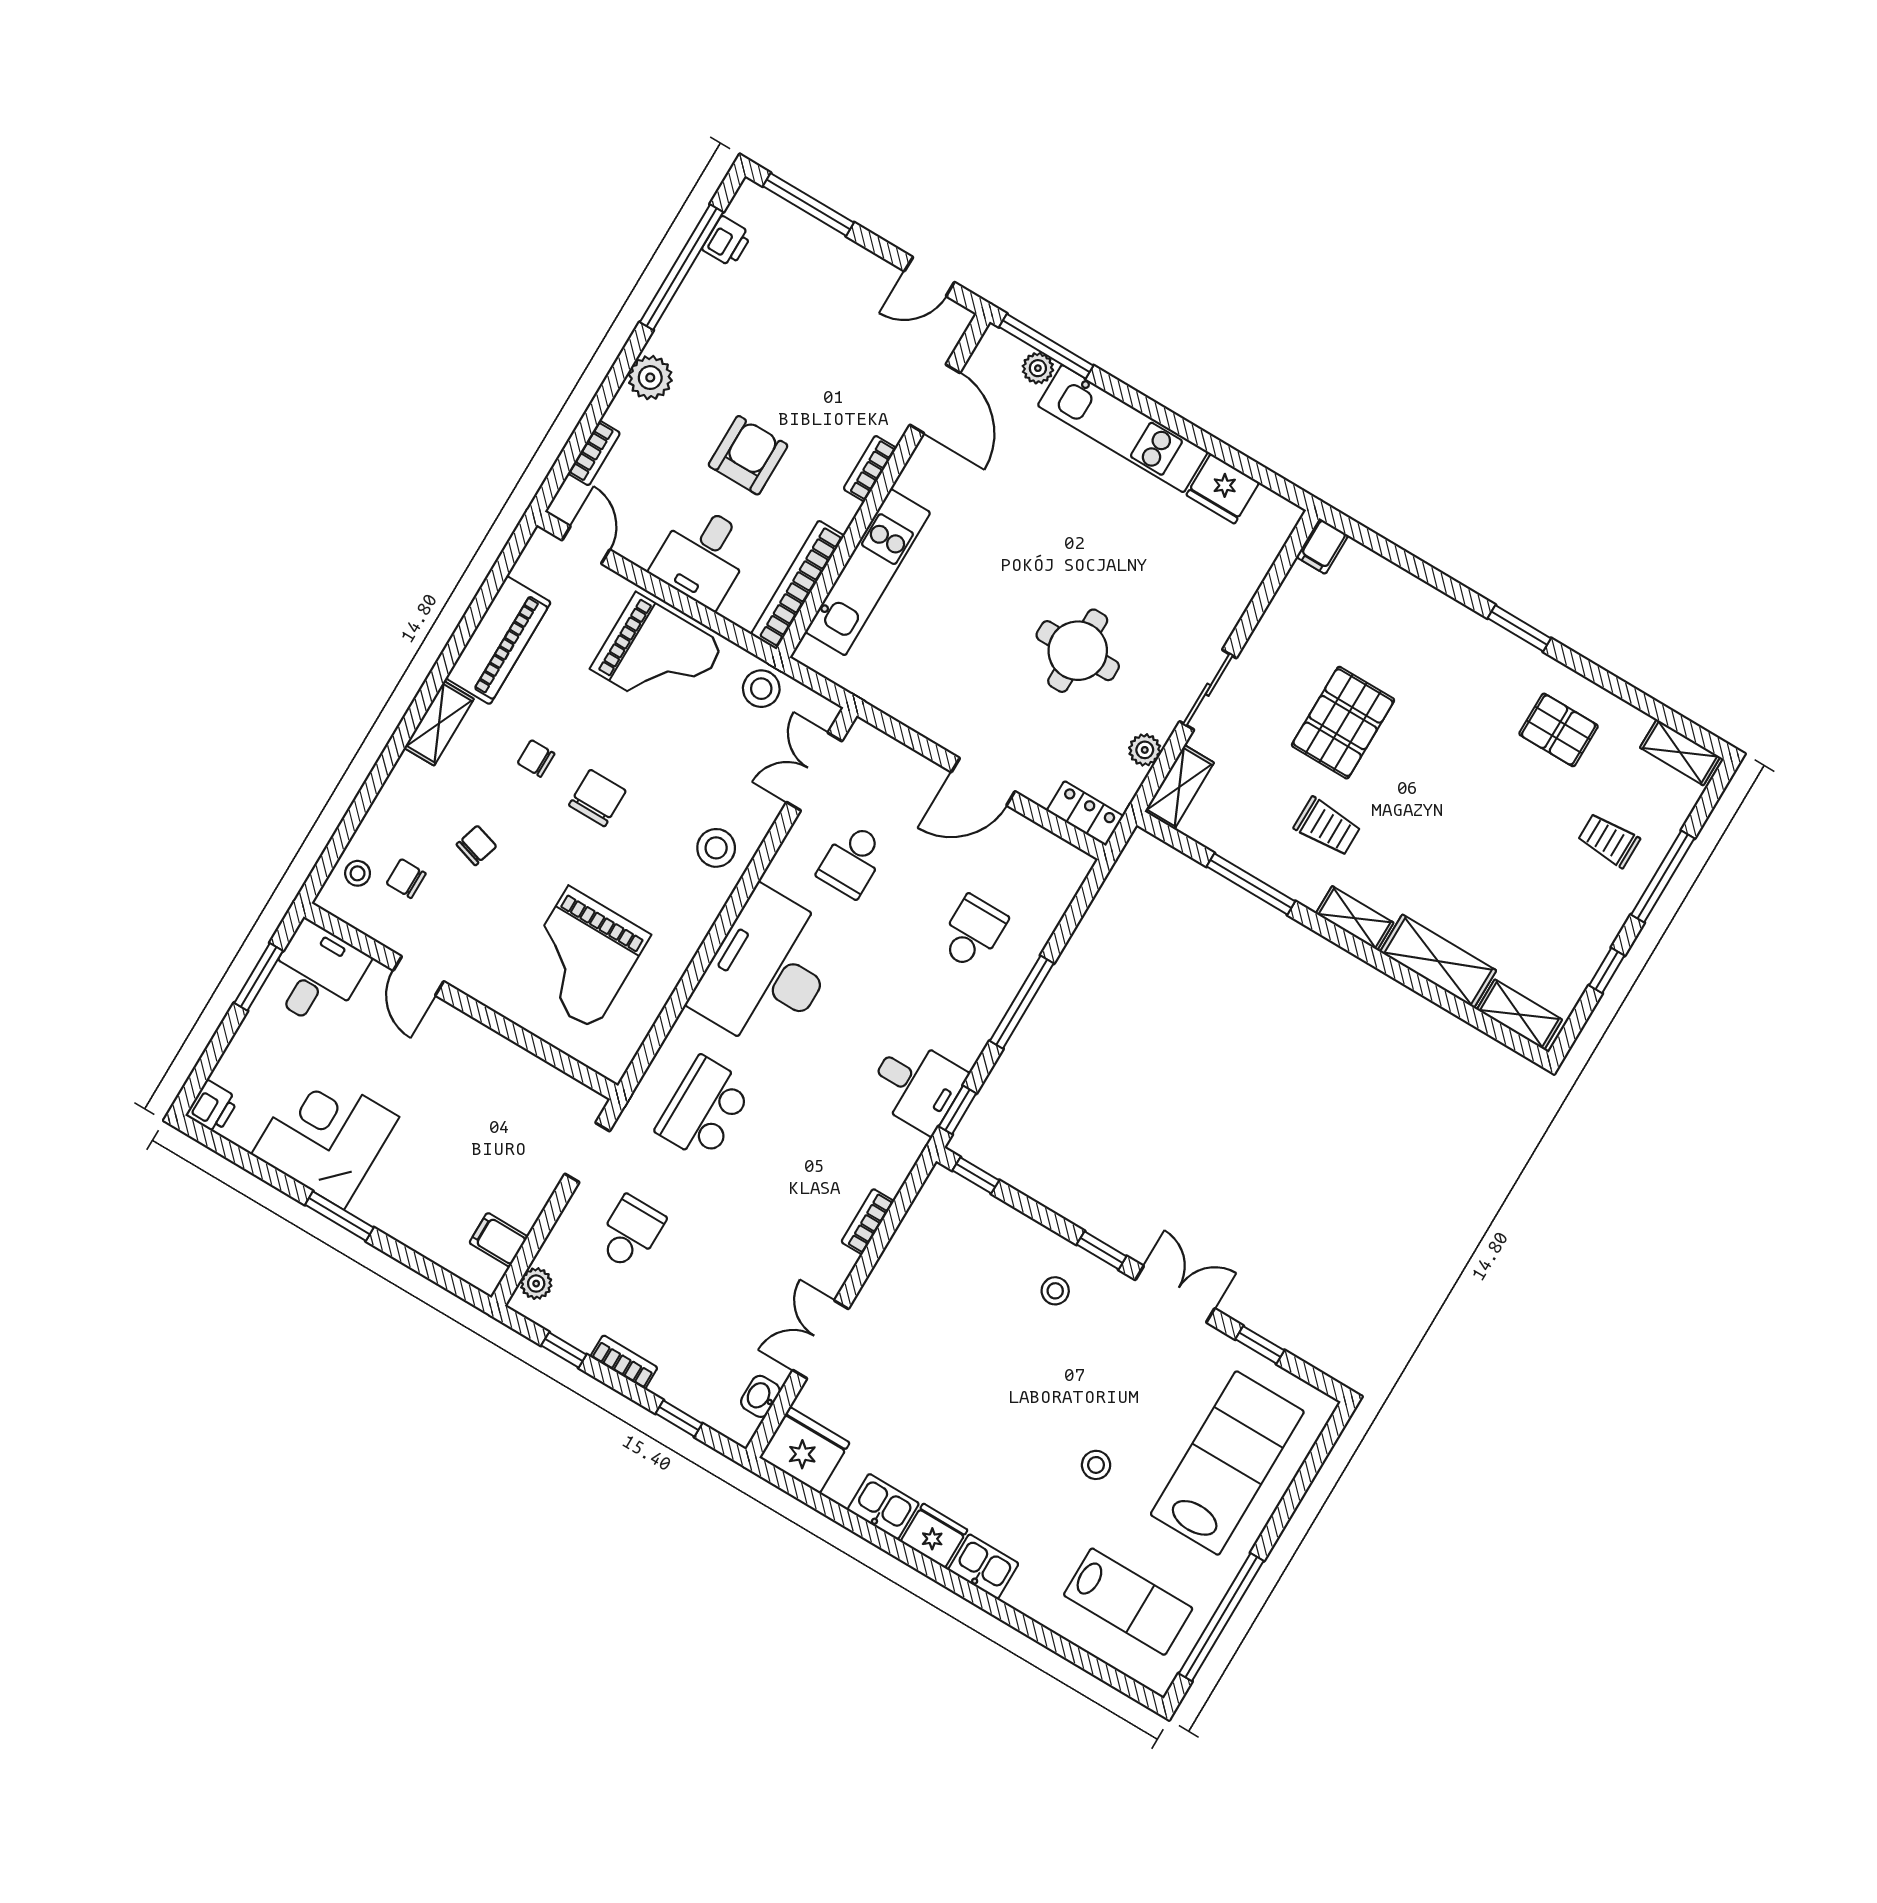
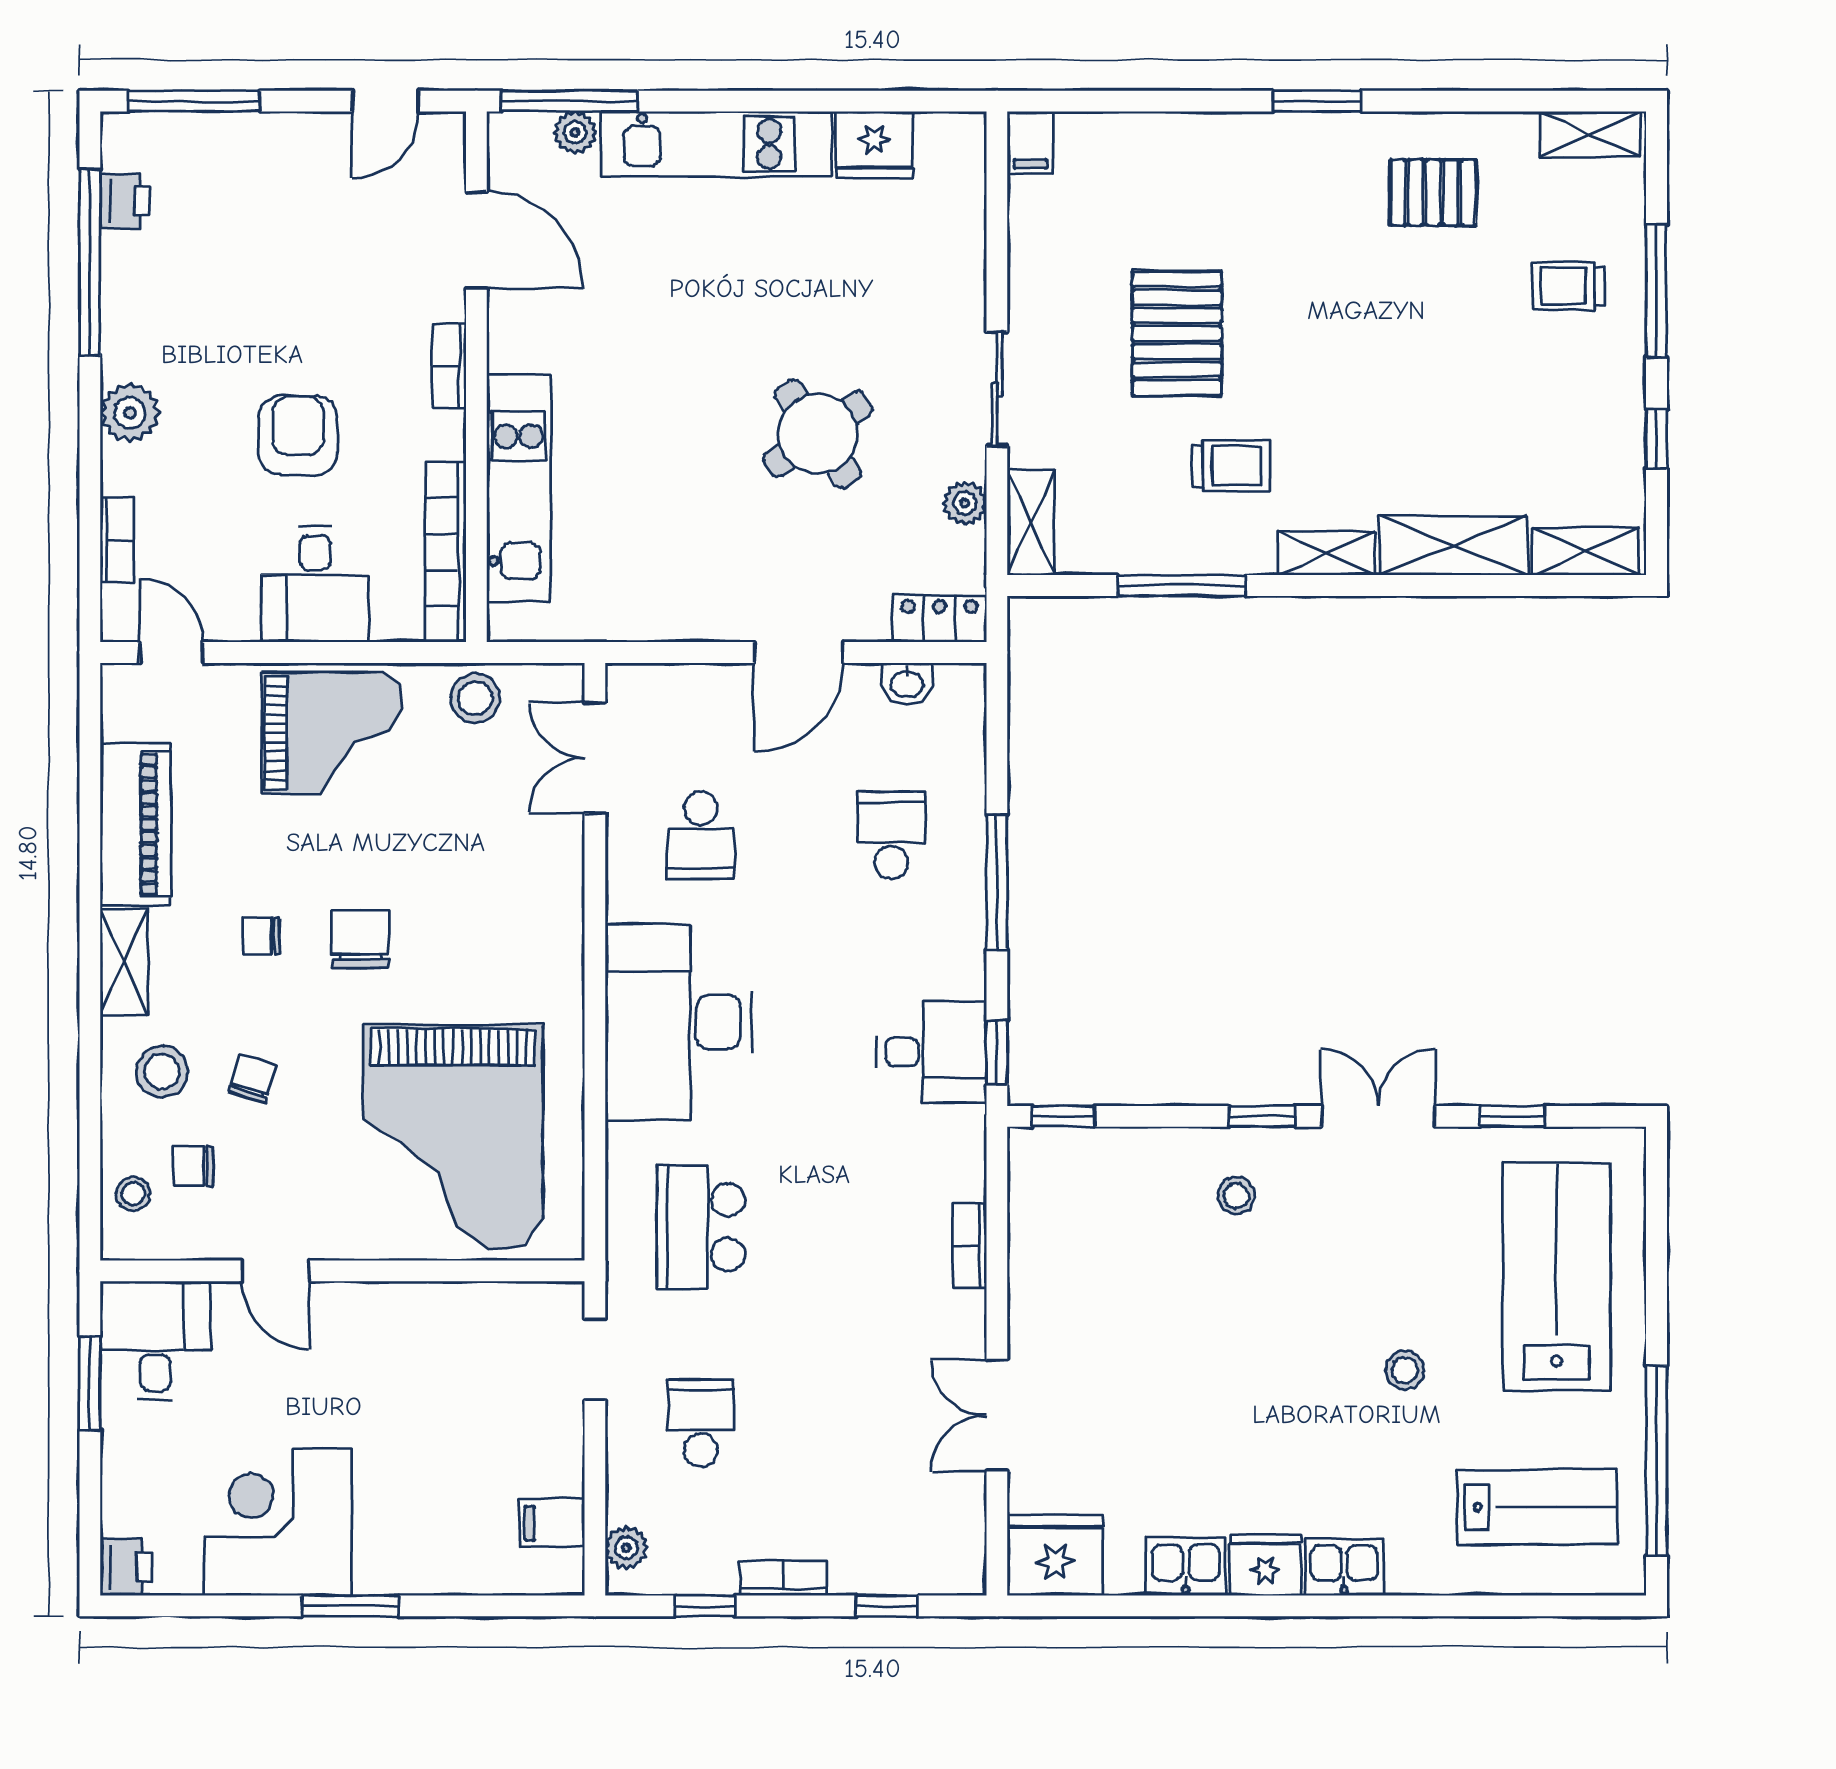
round table: (1078, 651) -> (818, 434), turned -35
stool: (716, 848) -> (162, 1072), moved
grand piano: (581, 958) -> (453, 1137), width x1.37, depth x1.48
washbasin: (760, 1396) -> (907, 683), moved, turned -90

